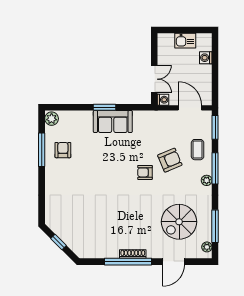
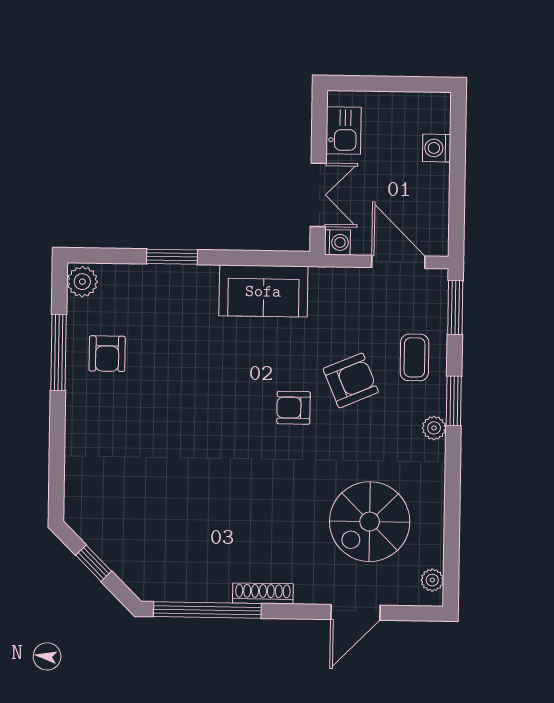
kitchen sink: (185, 41) -> (344, 130), moved, turned -90
window: (104, 107) -> (172, 257), moved
sofa: (113, 122) -> (263, 291), moved
armchair: (63, 150) -> (107, 354), turned 180
window: (215, 168) -> (454, 401), width x0.69
window: (215, 226) -> (452, 533), removed
window: (128, 262) -> (207, 610), moved

